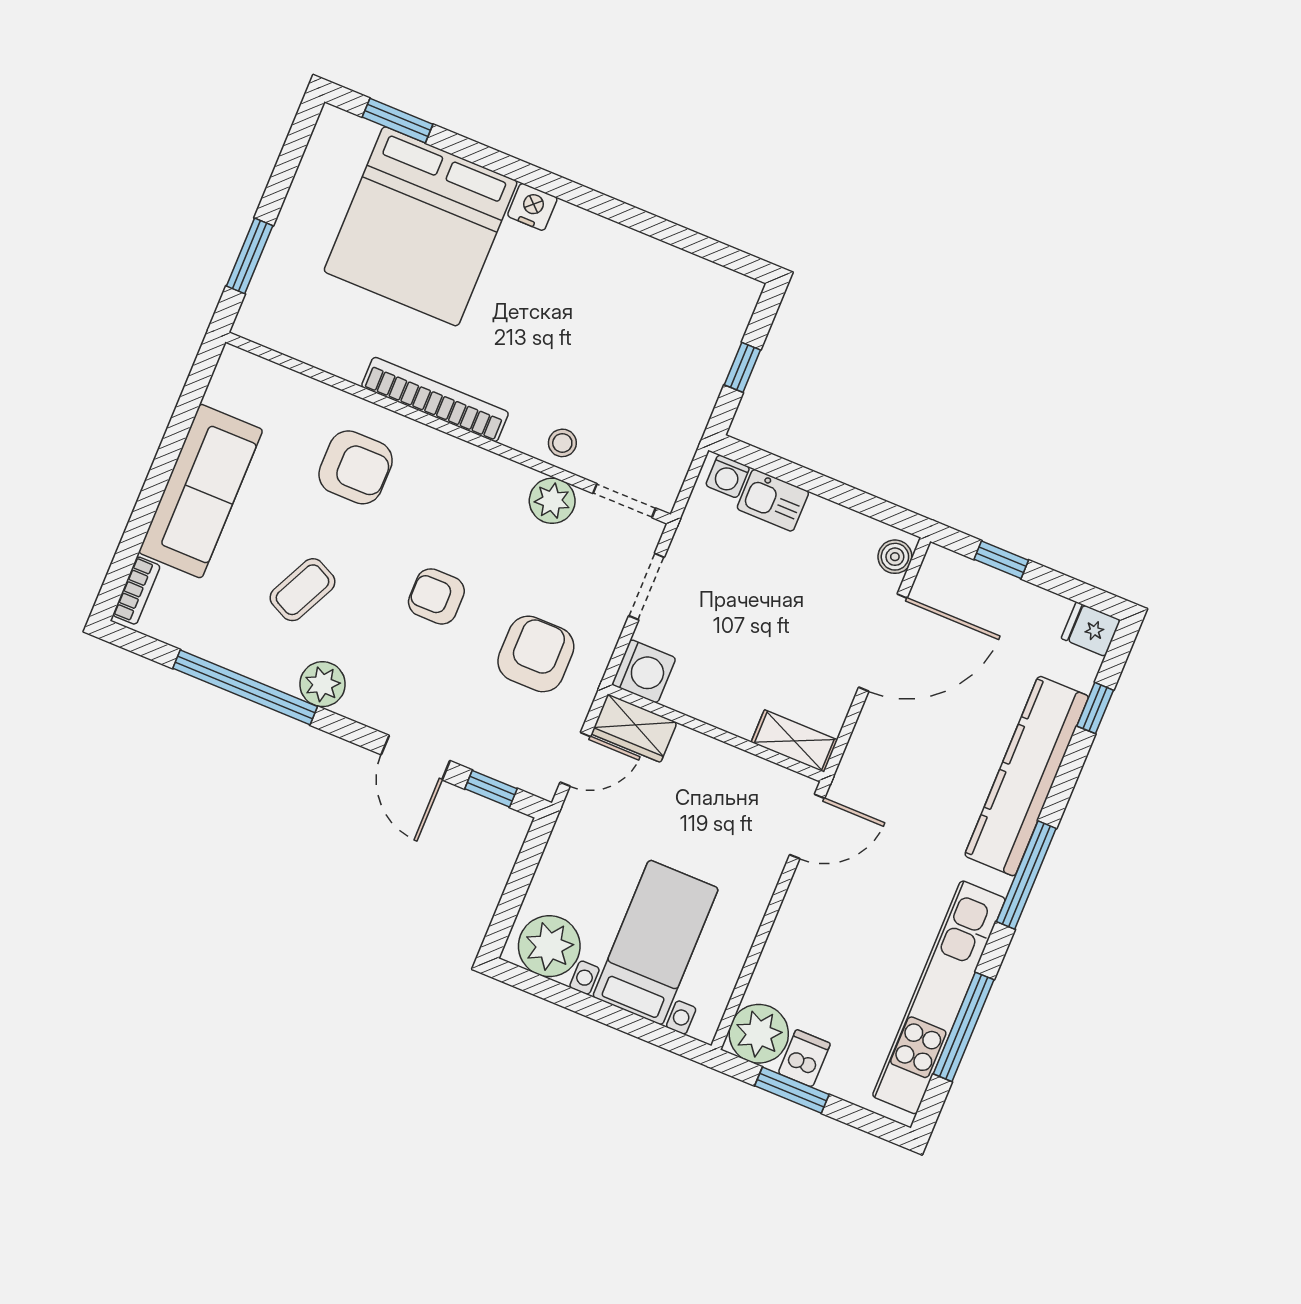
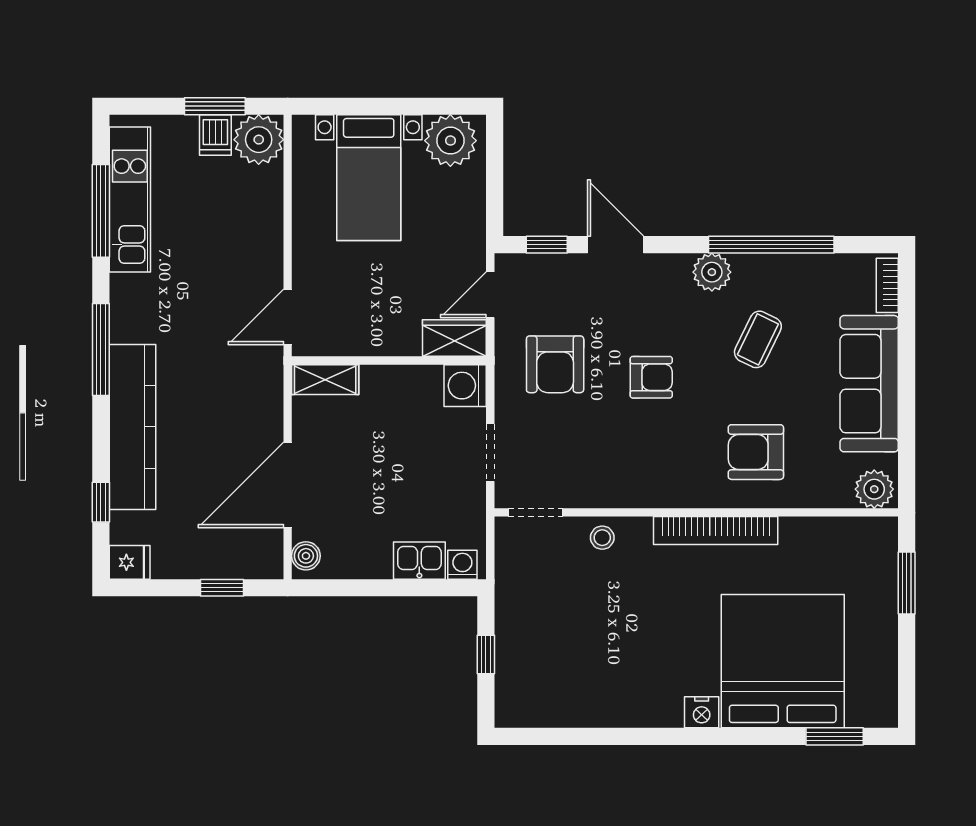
plant: (552, 501) -> (874, 489), moved
kitchen unit: (939, 997) -> (130, 199), width x0.73

